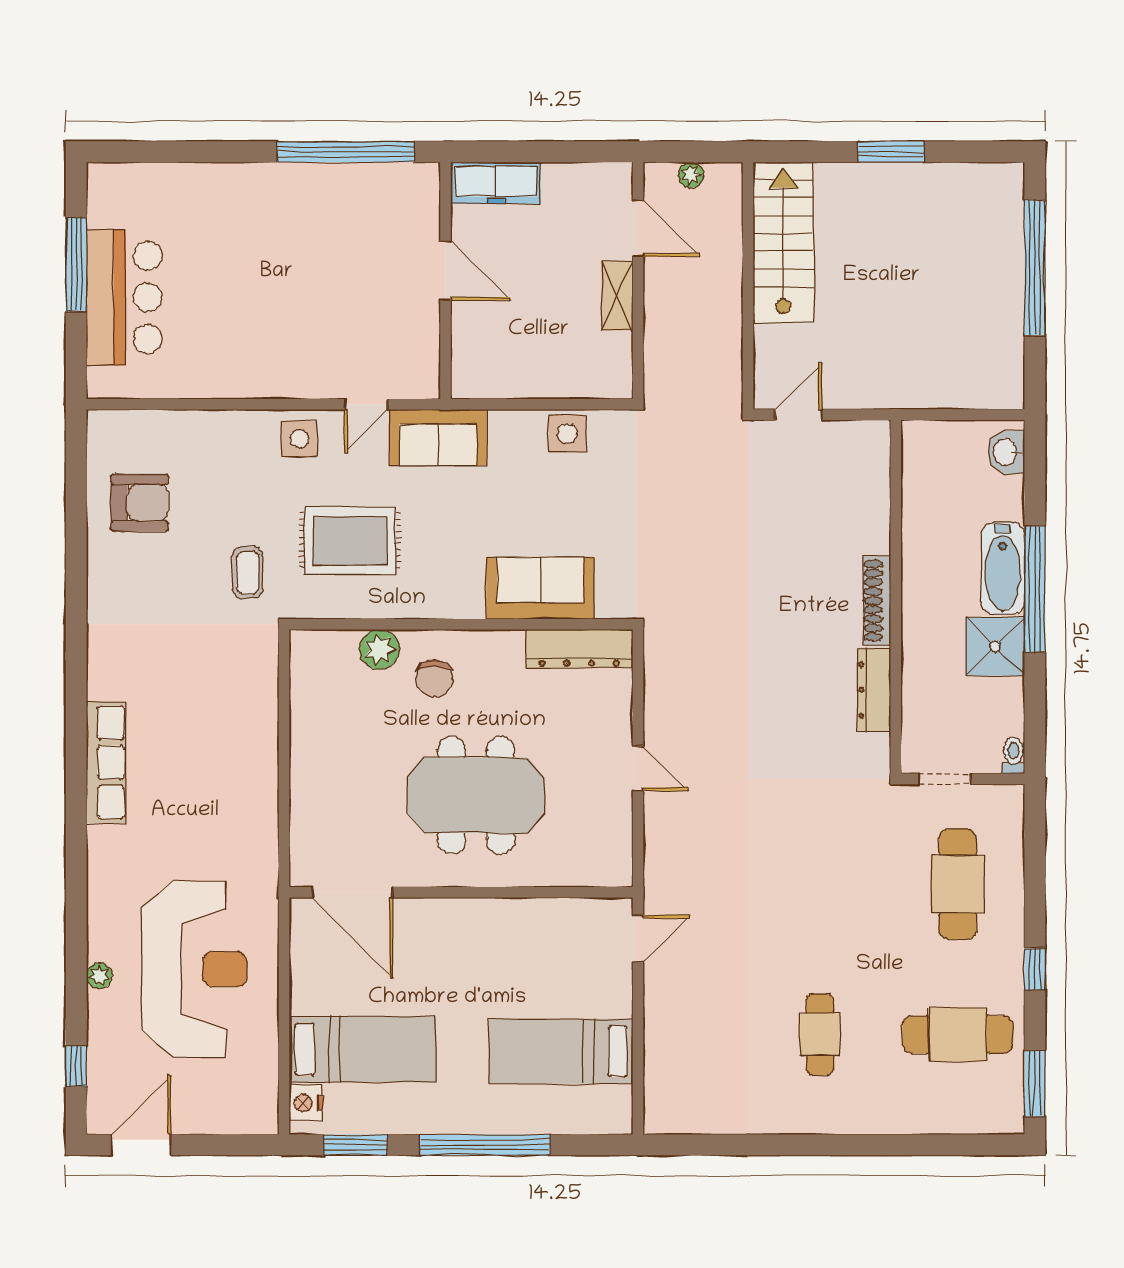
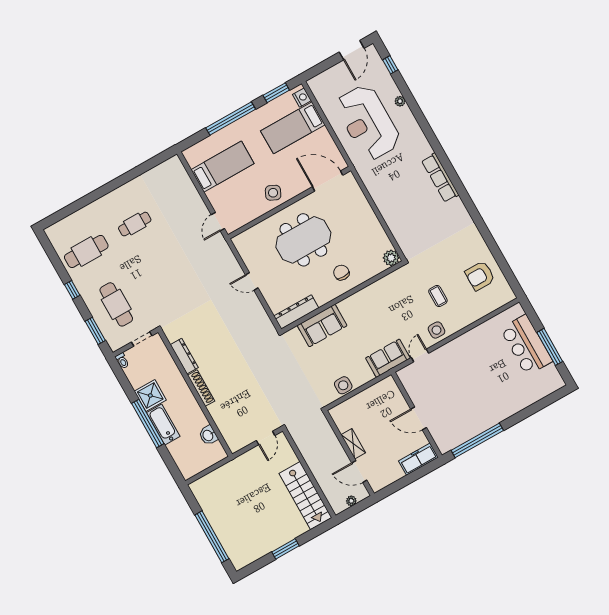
washbasin: (1006, 452) -> (208, 435), moved, turned 180
rug: (350, 540) -> (399, 304), removed
coffee table: (248, 573) -> (438, 296), moved
plant: (380, 650) -> (391, 258), moved
side table: (484, 934) -> (273, 193), added
cafe table: (820, 1035) -> (135, 224), turned 90
window: (1035, 1084) -> (95, 331), moved

